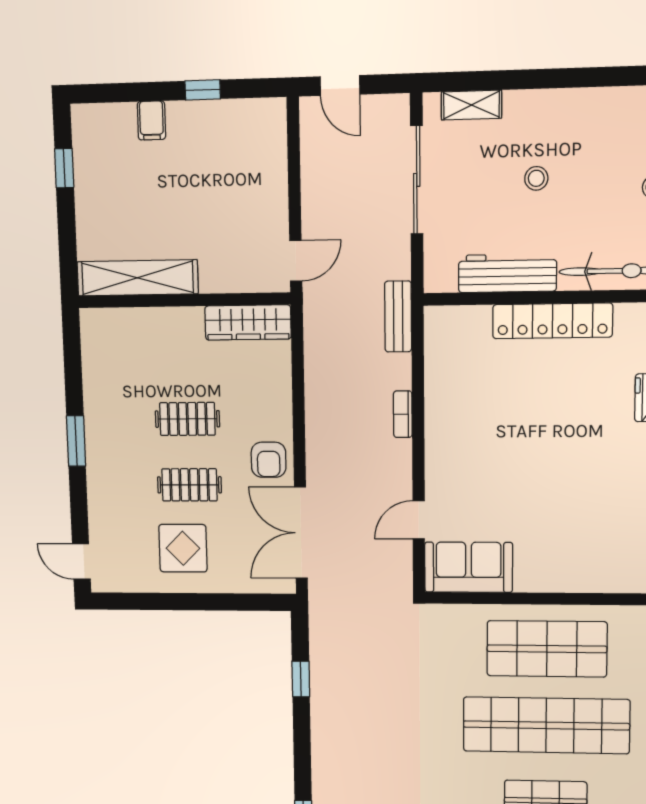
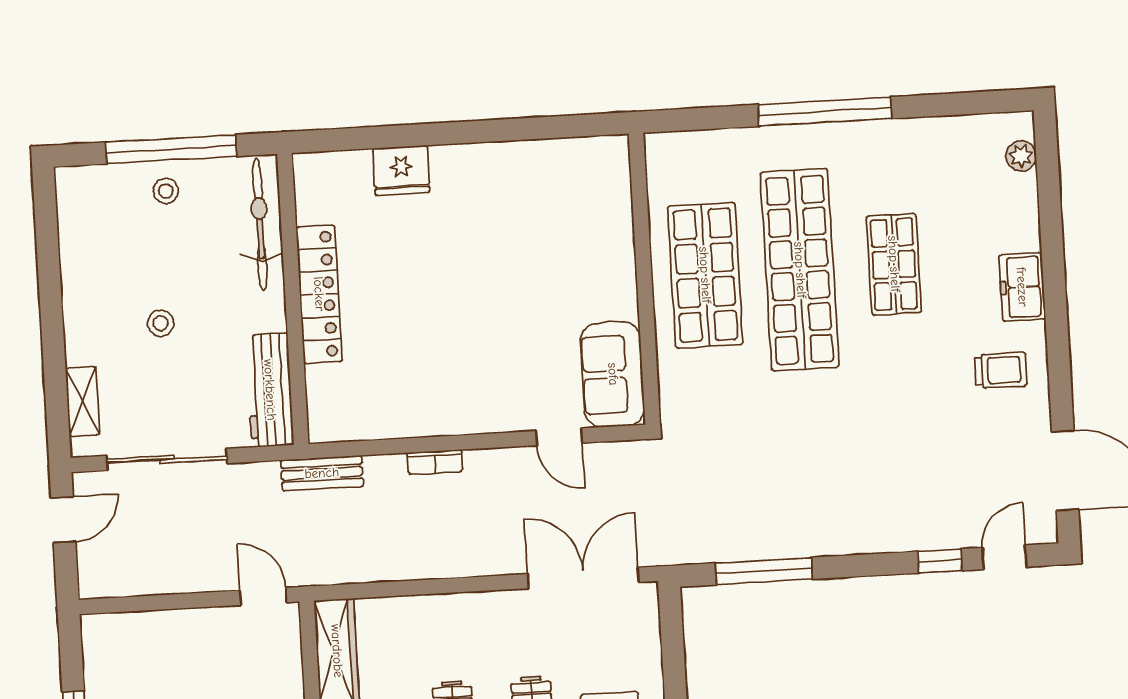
door: (340, 85) -> (63, 520), moved
workbench: (507, 273) -> (270, 390), moved
armchair: (269, 460) -> (497, 620), removed
double door: (301, 533) -> (583, 578), swing flipped
window: (301, 679) -> (764, 571), width x2.17

